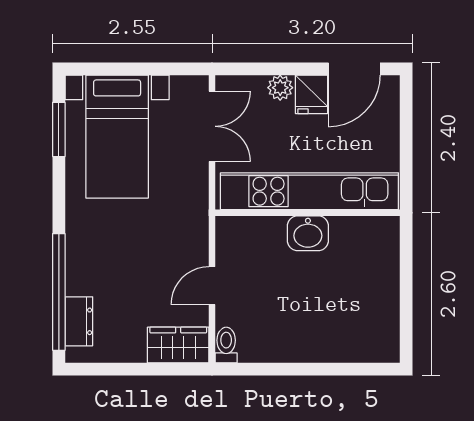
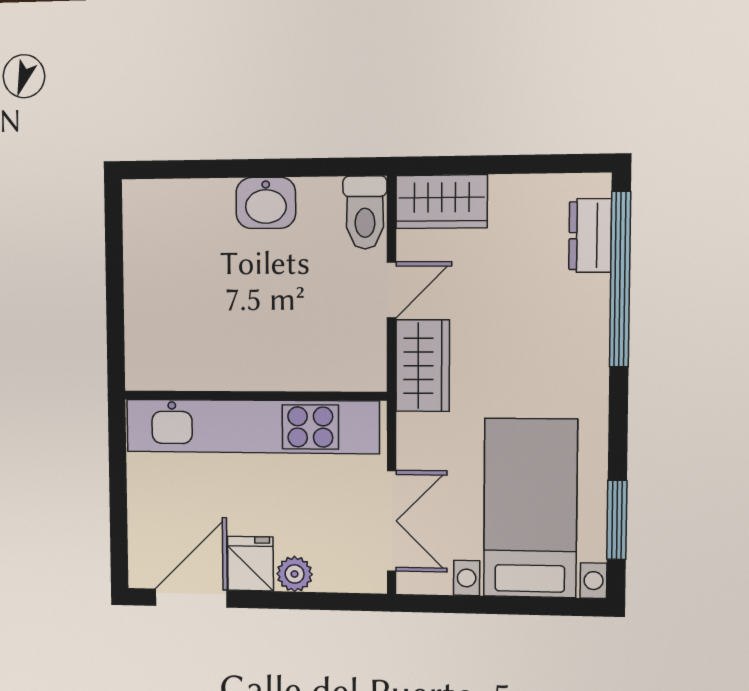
double door: (212, 126) -> (392, 521), swing flipped
washbasin: (308, 233) -> (266, 203), moved, turned 180
wardrobe: (191, 234) -> (423, 366), added
toilet: (226, 345) -> (365, 213), width x1.37, depth x1.39

